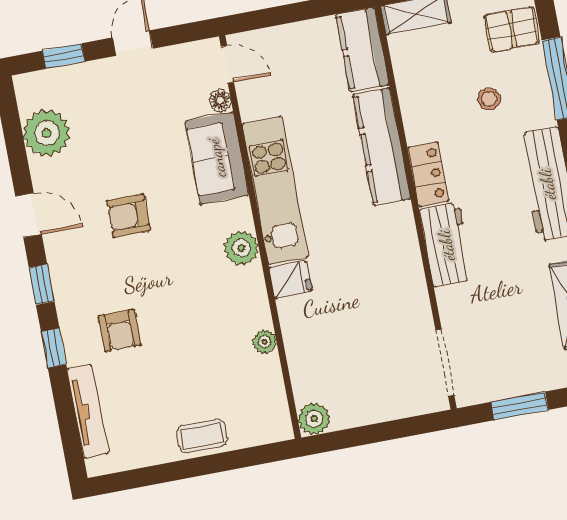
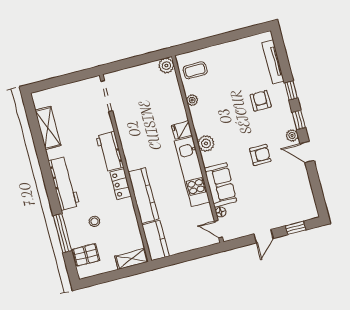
plant: (47, 133) -> (292, 135), moved, width x0.53, depth x0.53
window: (520, 406) -> (70, 78), removed
coffee table: (202, 436) -> (195, 70), moved

